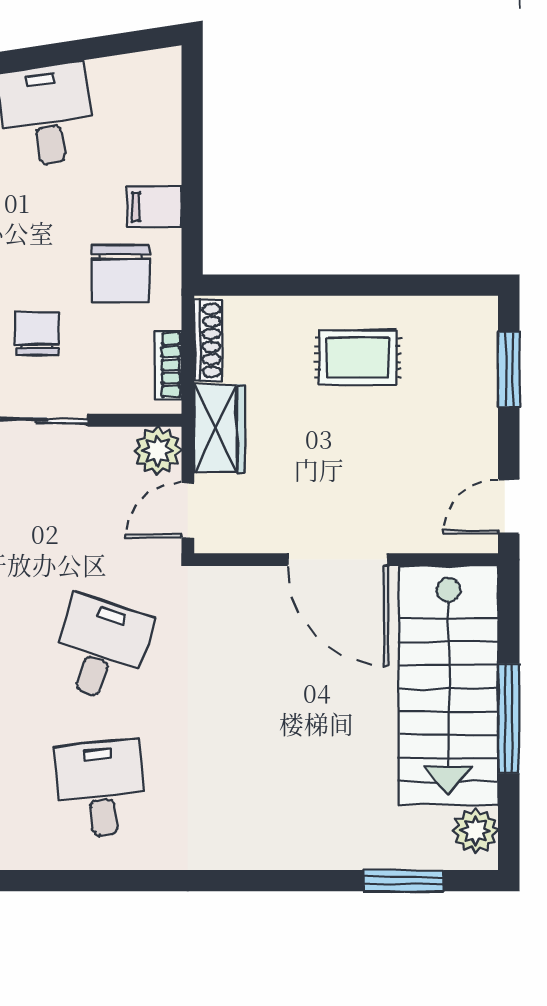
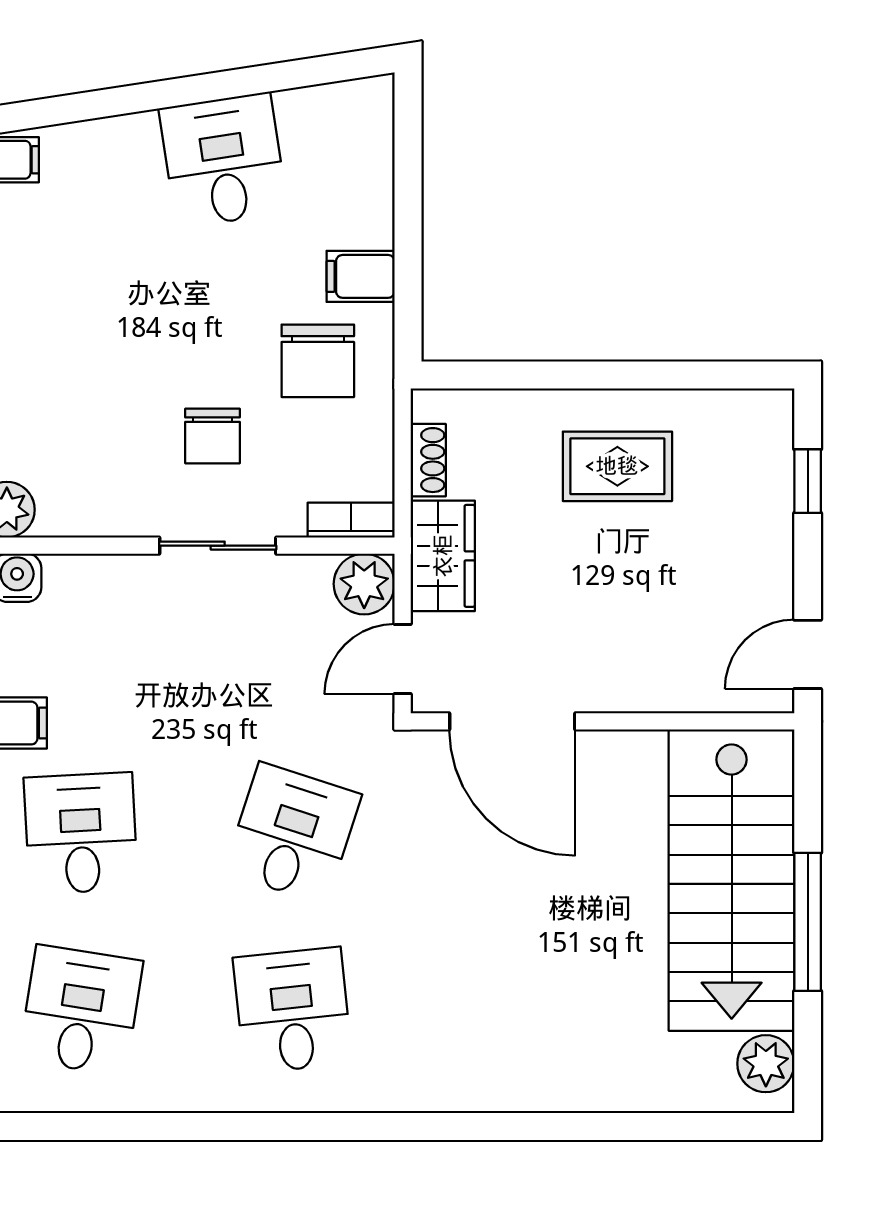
chair: (37, 333) -> (213, 436), turned 180
shoe rack: (208, 340) -> (428, 460), width x0.70
bookcase: (168, 365) -> (351, 520), moved, turned 90
window: (509, 369) -> (808, 481), width x0.67
door: (338, 560) -> (512, 721), moved
window: (403, 881) -> (675, 1126), removed

